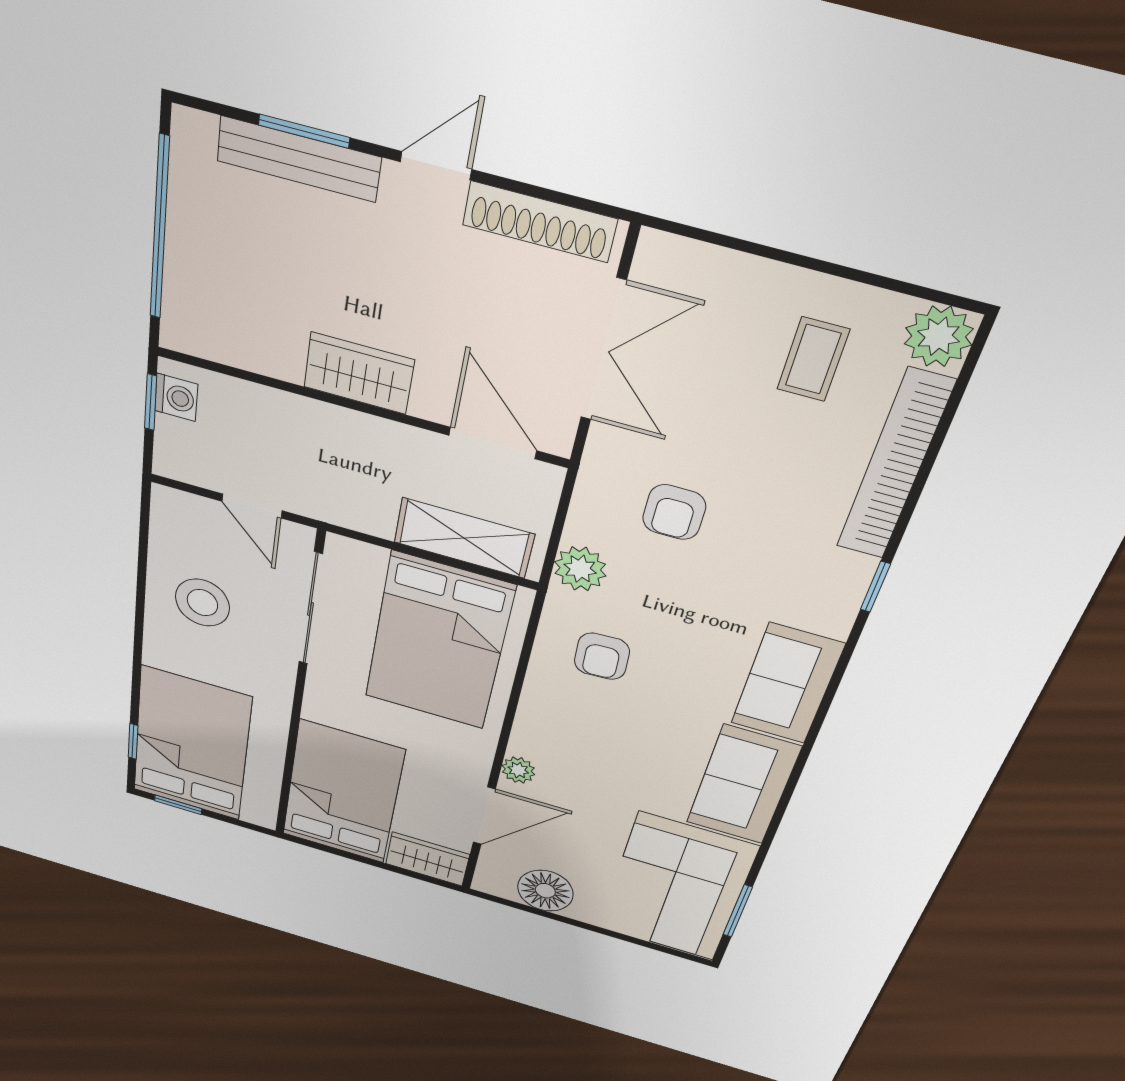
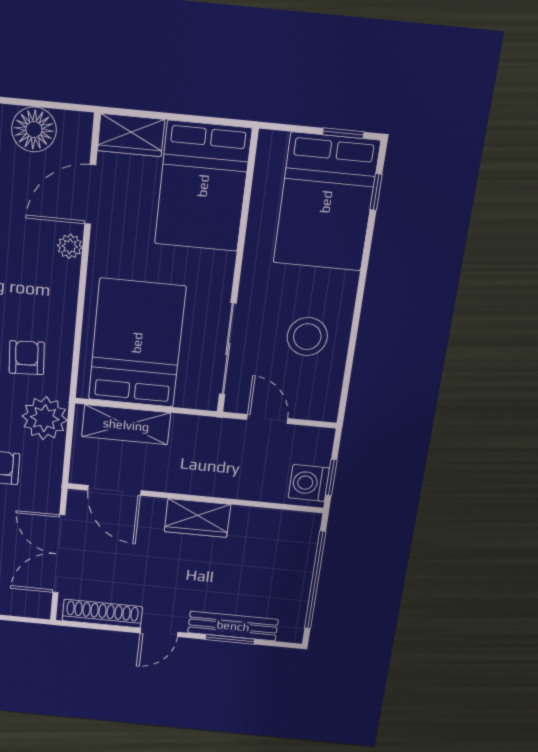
washing machine: (176, 397) -> (309, 483), width x1.38, depth x1.38
plant: (580, 569) -> (45, 418), width x1.36, depth x1.36

